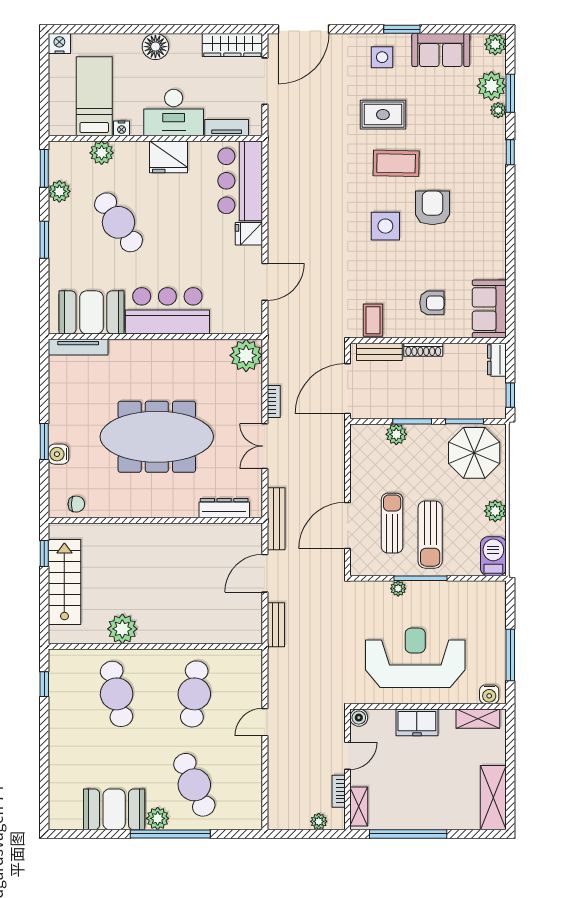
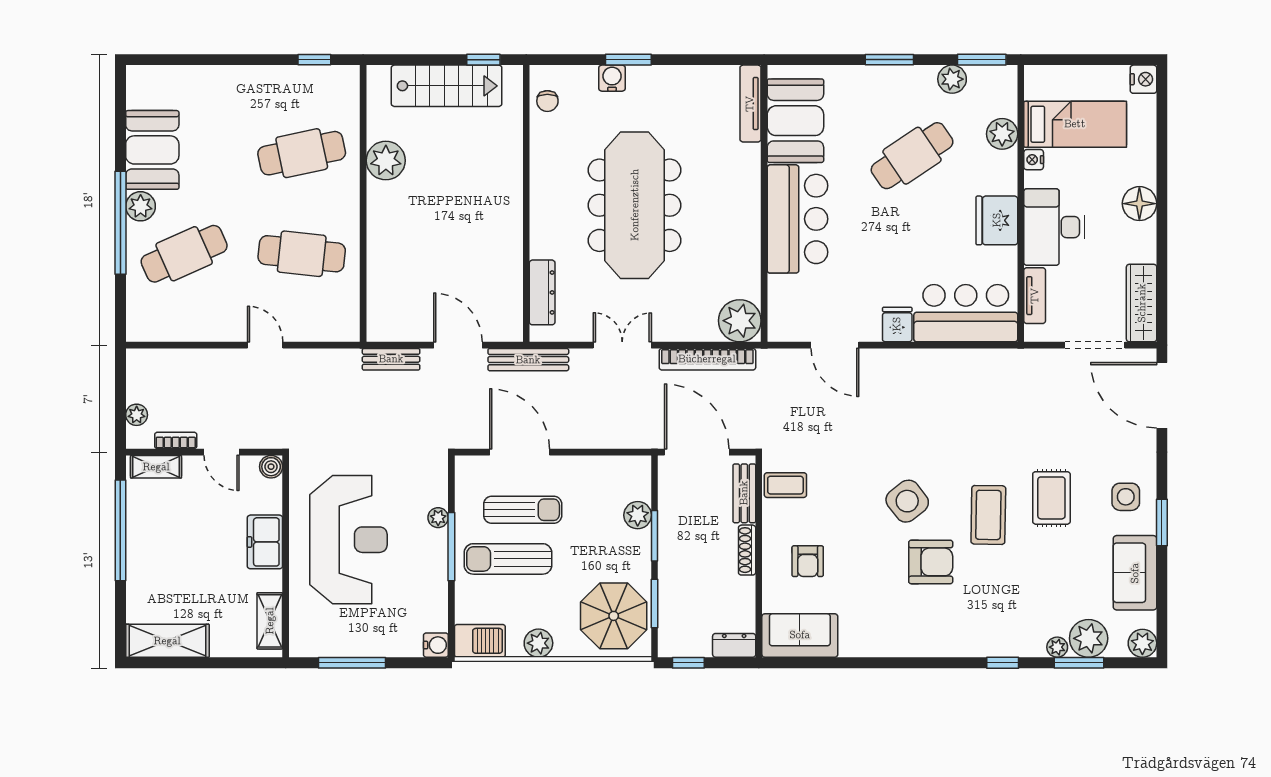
side table: (385, 226) -> (907, 501), turned -38
bookcase: (274, 402) -> (707, 359), width x2.31, depth x1.31
water cooler: (489, 694) -> (436, 645), moved, turned 180

